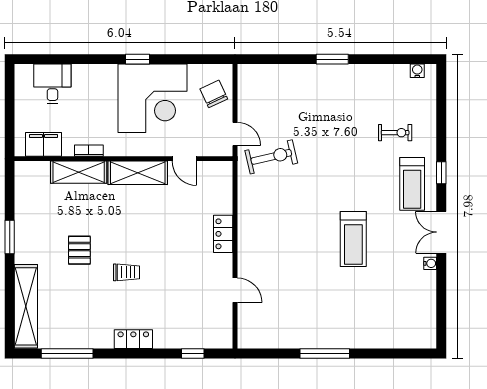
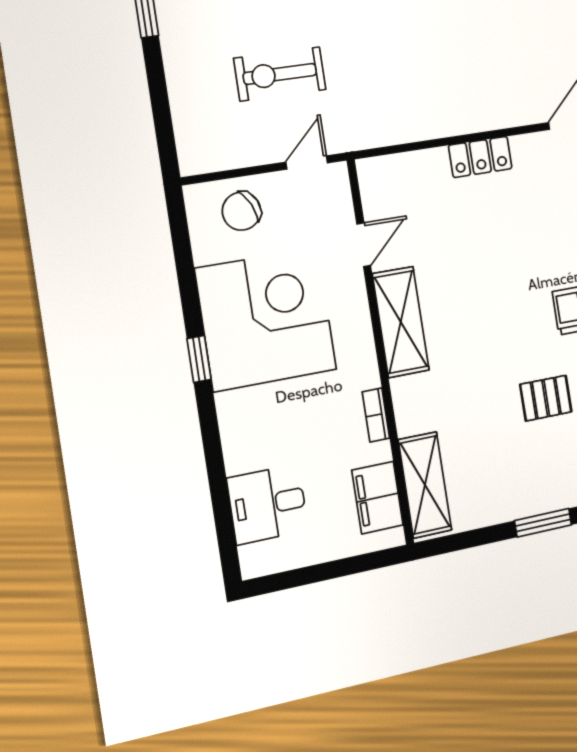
exercise bike: (271, 157) -> (280, 74), moved, turned -77
shelving: (79, 172) -> (425, 485), moved

